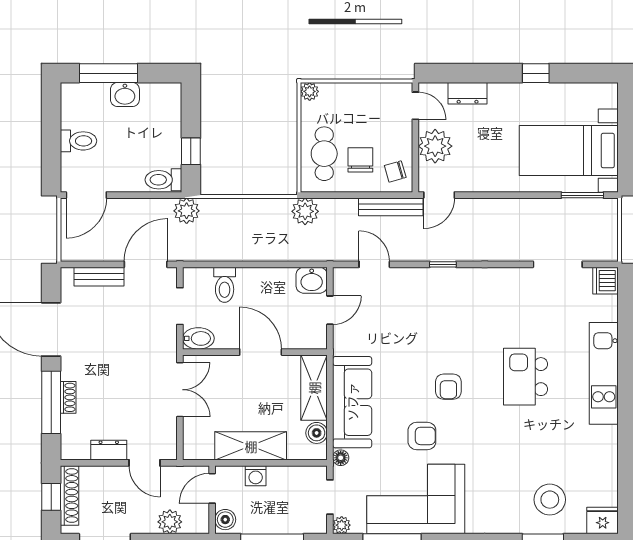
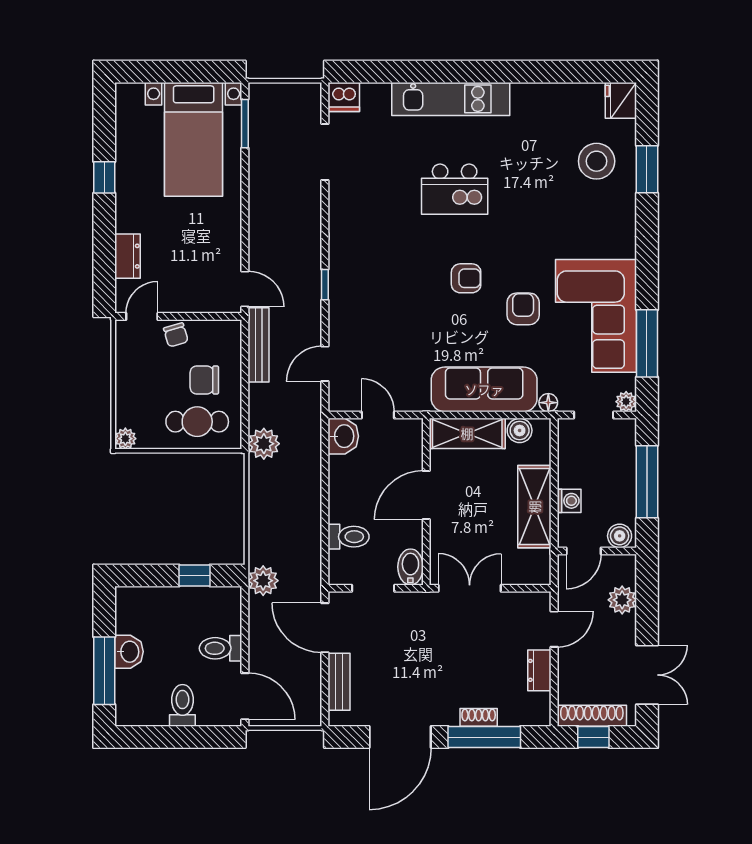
plant: (435, 146) -> (188, 294), removed
chair: (395, 171) -> (176, 335), moved
toilet: (163, 180) -> (221, 648), moved, turned 90
door: (212, 488) -> (584, 551), hinge flipped

